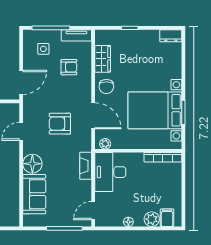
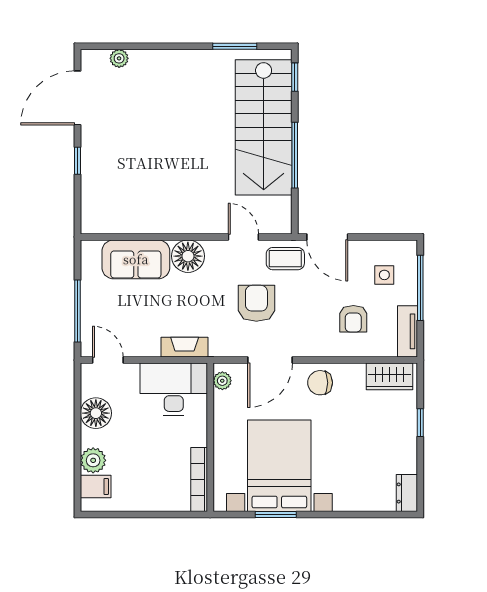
wardrobe: (103, 59) -> (390, 376), moved
coffee table: (34, 107) -> (285, 259), added
floor lamp: (128, 222) -> (96, 413), width x1.89, depth x1.89

